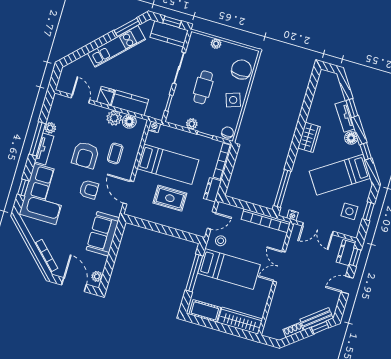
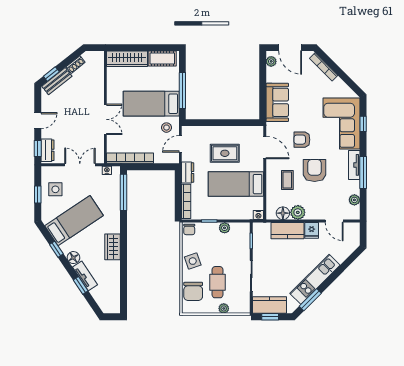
cafe table: (203, 87) -> (217, 282), moved
plant: (50, 128) -> (354, 200), moved

